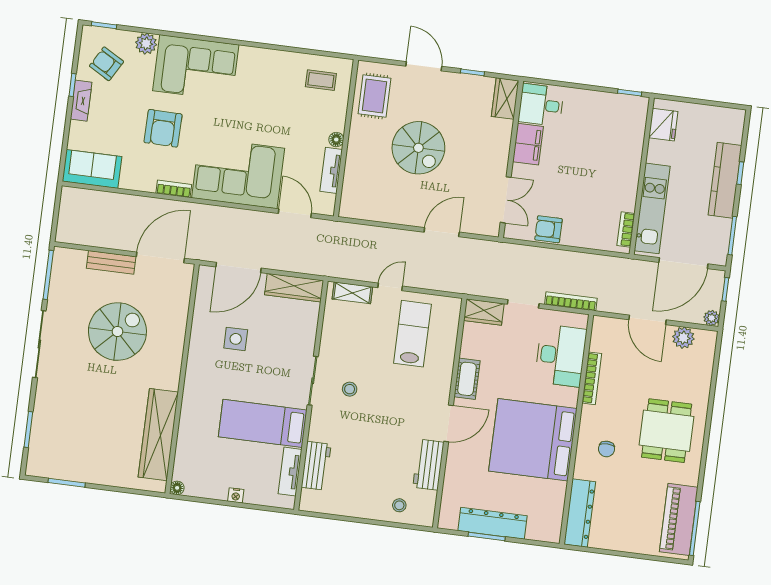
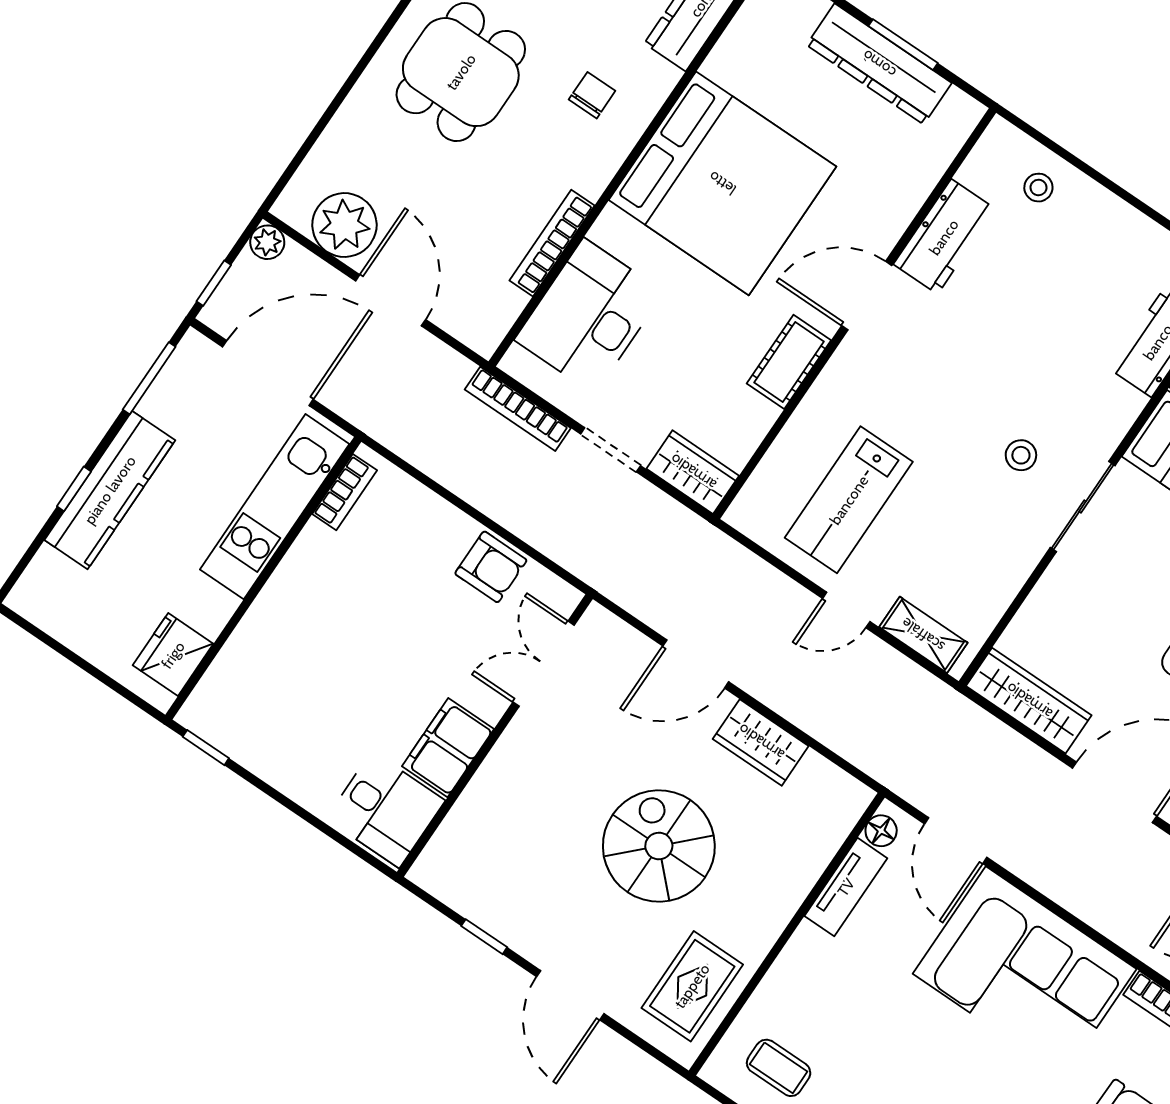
wardrobe: (505, 98) -> (761, 742), moved, turned 90
floor lamp: (336, 140) -> (881, 831), moved
plant: (683, 338) -> (344, 225), width x1.36, depth x1.36

